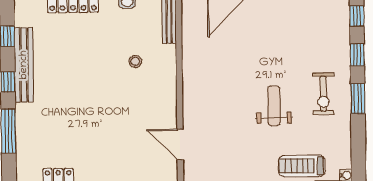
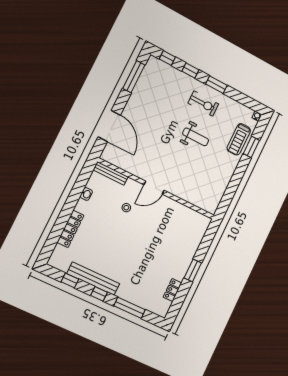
weight bench: (274, 106) -> (196, 137), turned 180
door: (180, 144) -> (154, 188), moved

